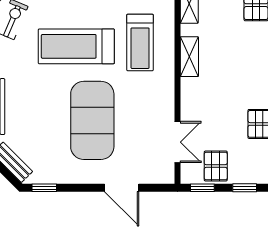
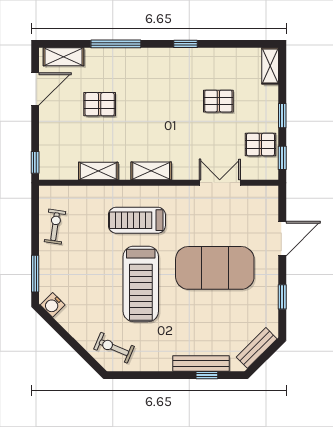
treadmill: (140, 43) -> (137, 220), turned 180
double door: (178, 142) -> (220, 183), moved
window: (44, 188) -> (282, 297), moved

